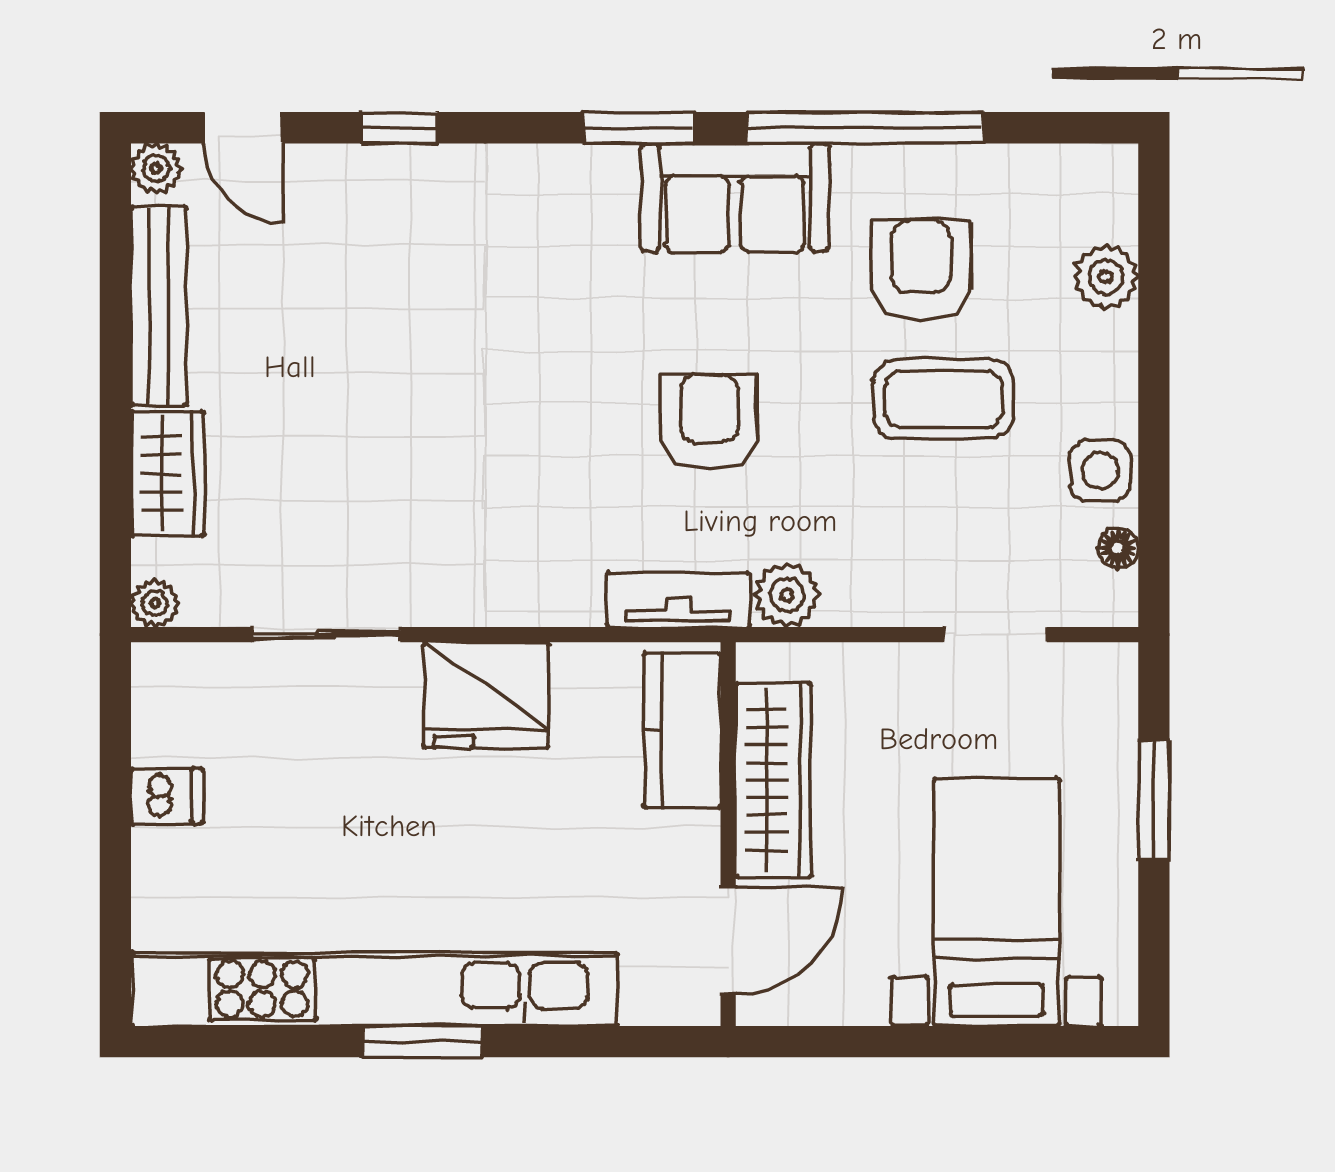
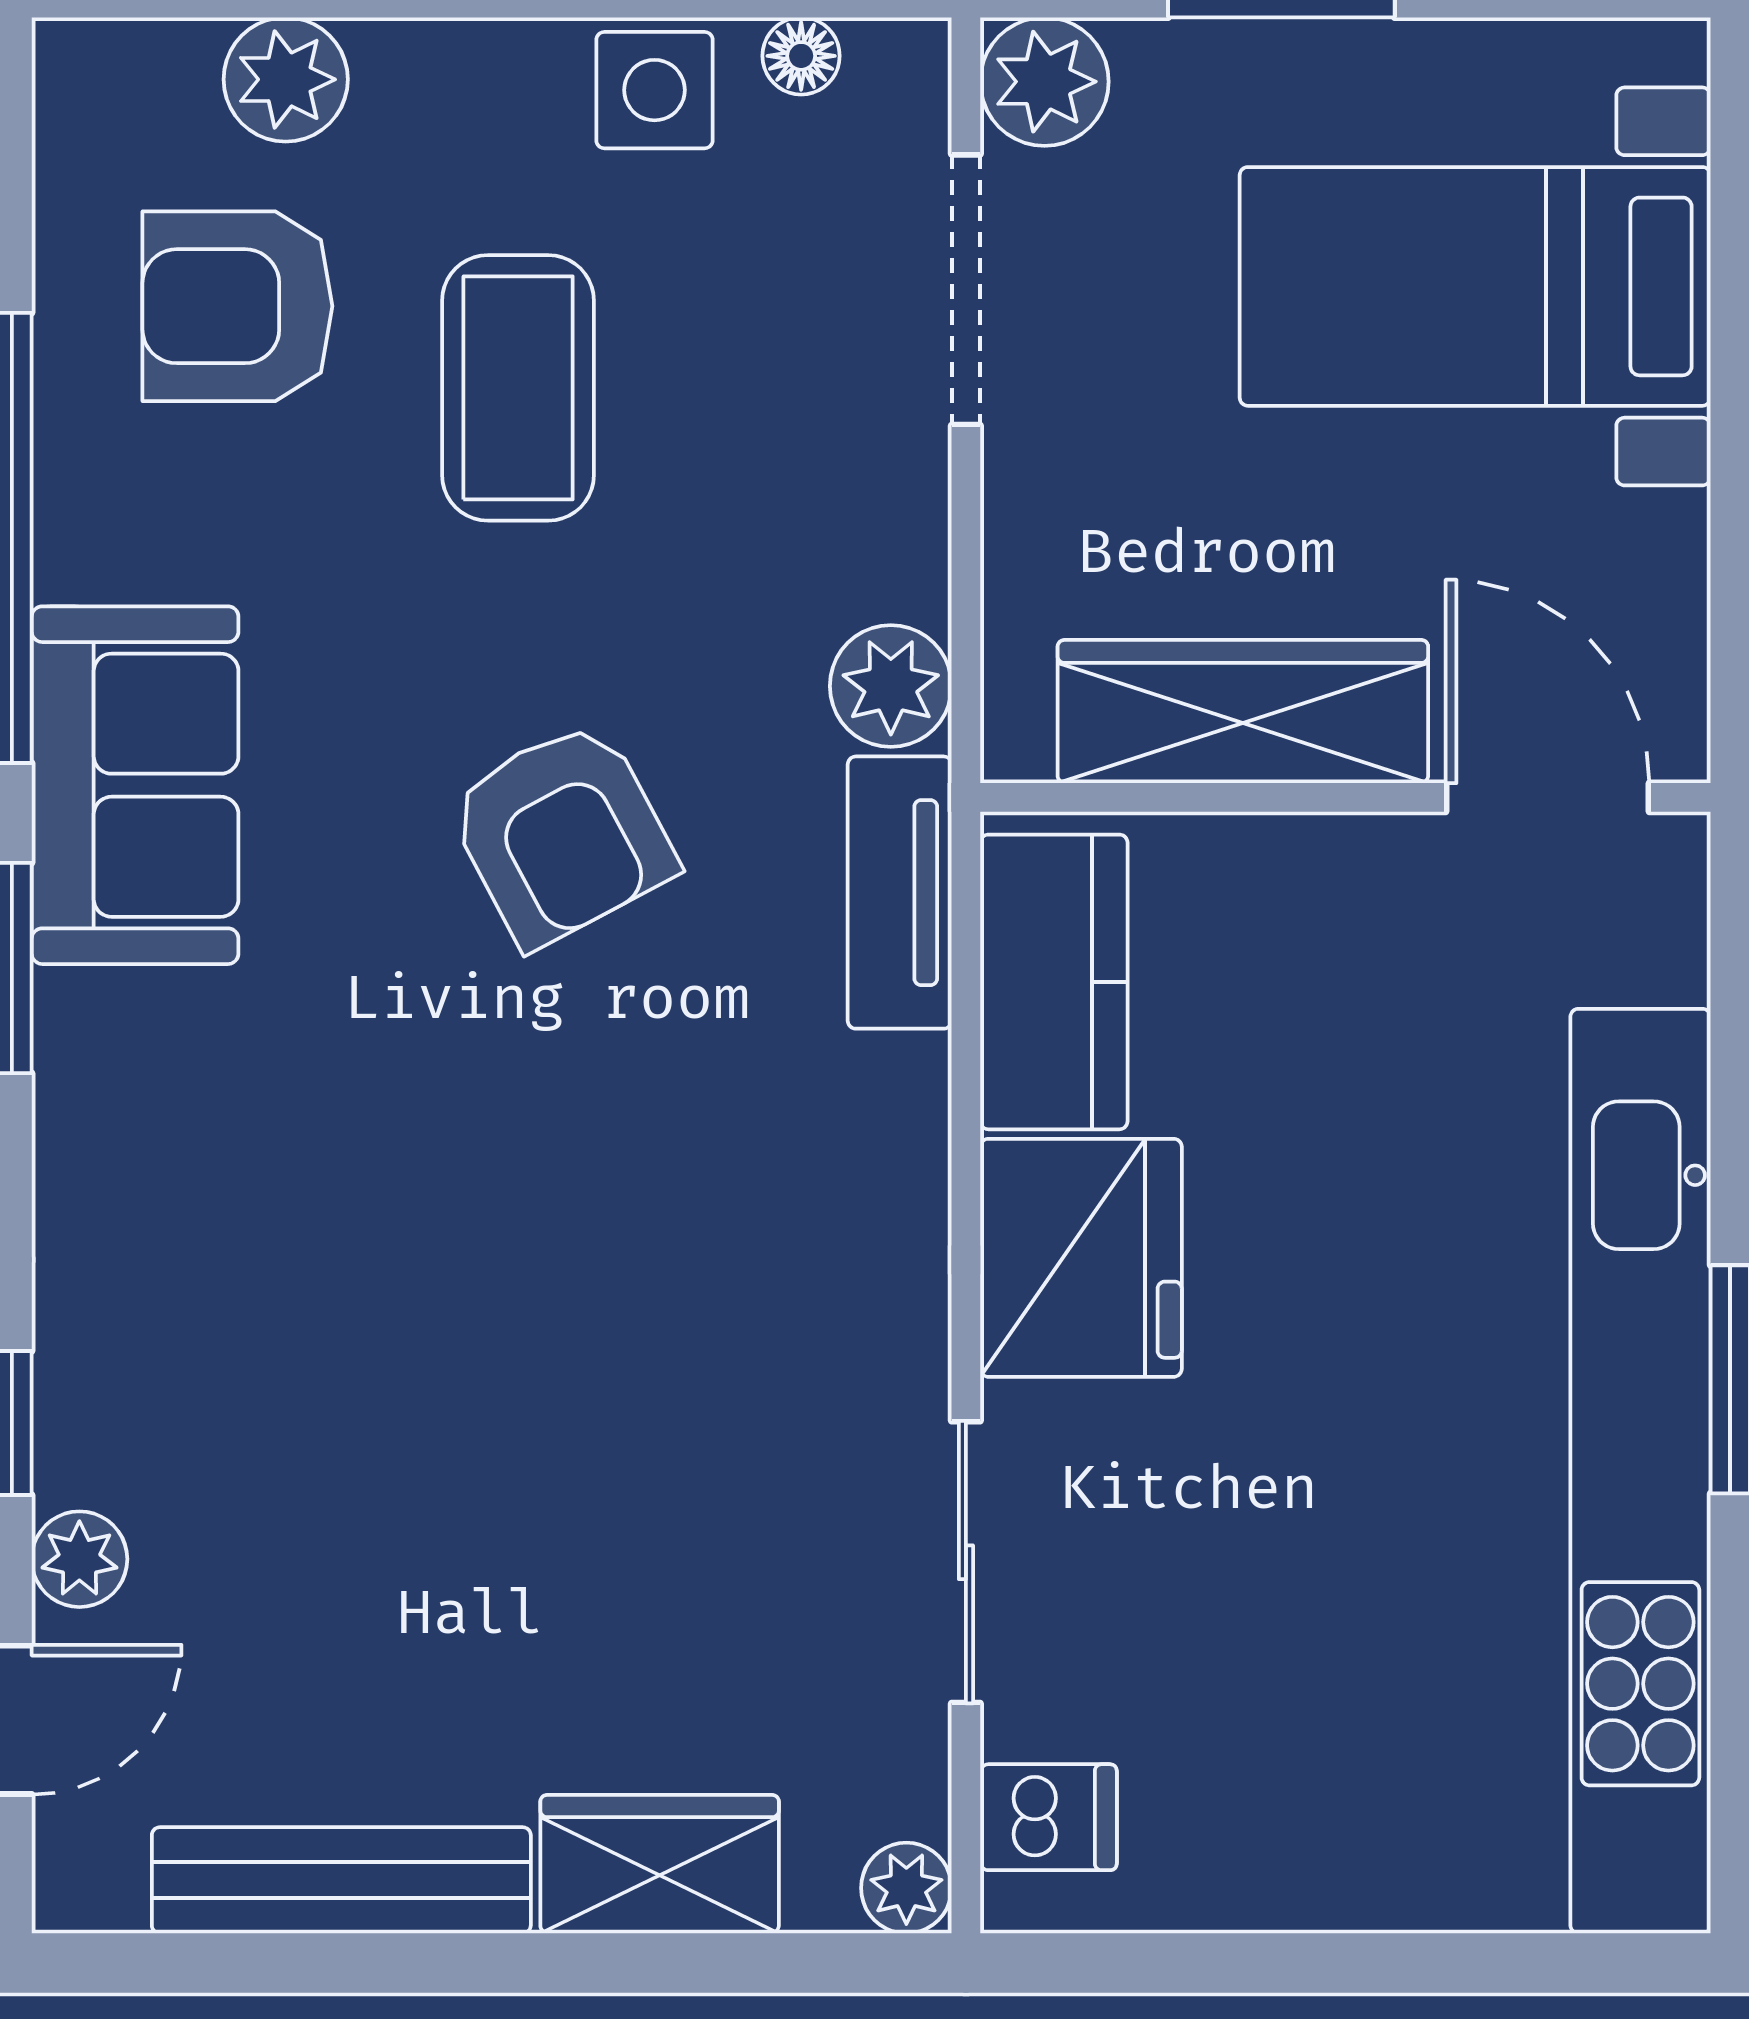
plant: (156, 168) -> (79, 1559), moved
armchair: (921, 271) -> (237, 306), moved
armchair: (709, 422) -> (562, 834), turned -118
doorway: (995, 635) -> (966, 290), width x1.38
plant: (1105, 676) -> (1044, 82), added
kitchen counter: (682, 730) -> (1054, 982), moved, turned -90
dishwasher: (167, 796) -> (1048, 1817), moved, turned 90

